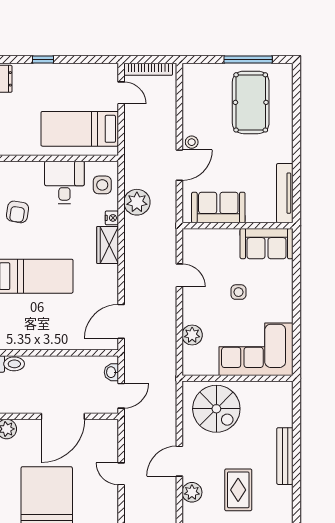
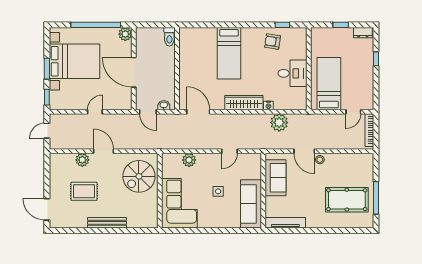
side table: (102, 185) -> (291, 99), removed
sofa: (267, 244) -> (251, 204), width x1.36
wardrobe: (108, 245) -> (244, 103), width x1.50

